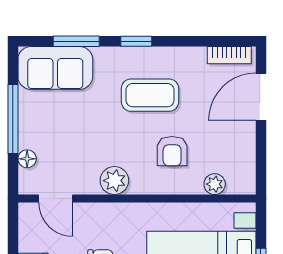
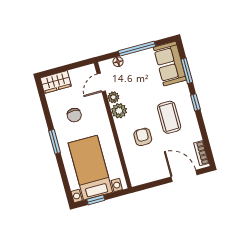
armchair: (172, 151) -> (143, 137), turned 90
plant: (215, 184) -> (113, 97), moved

